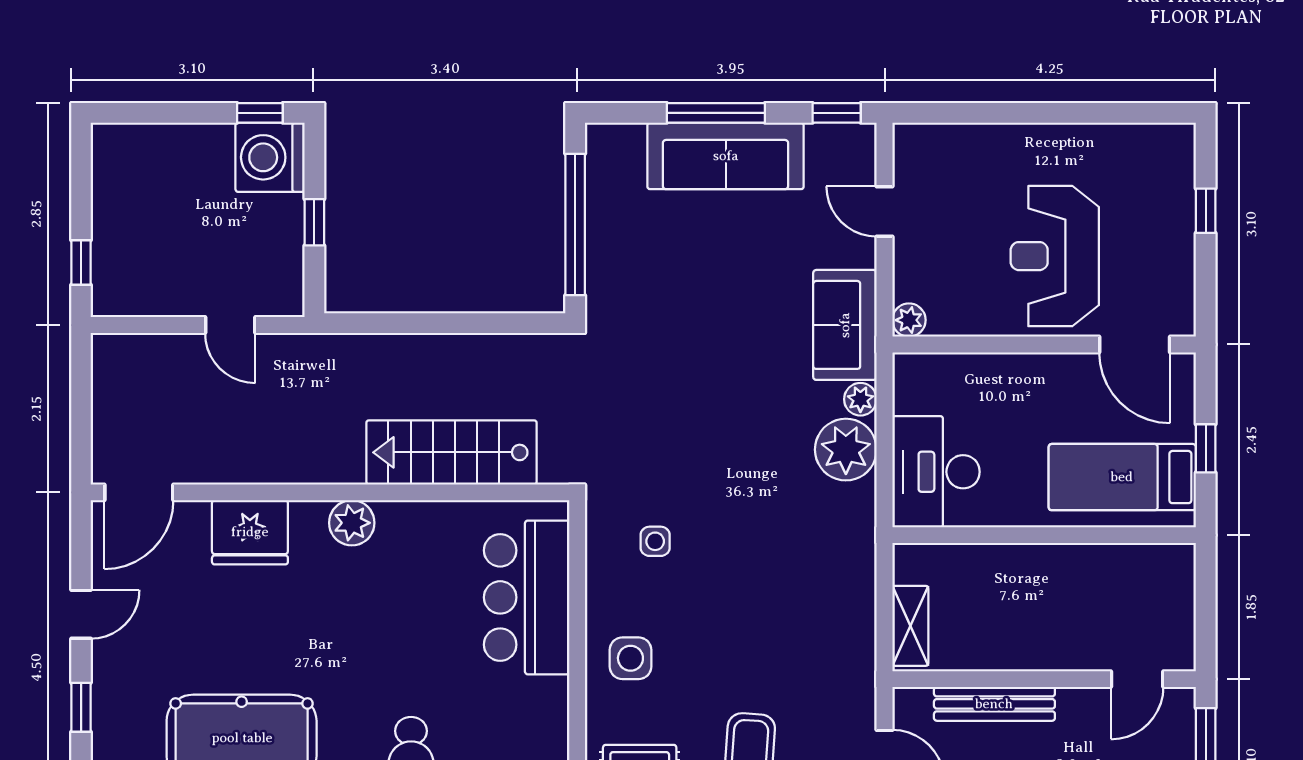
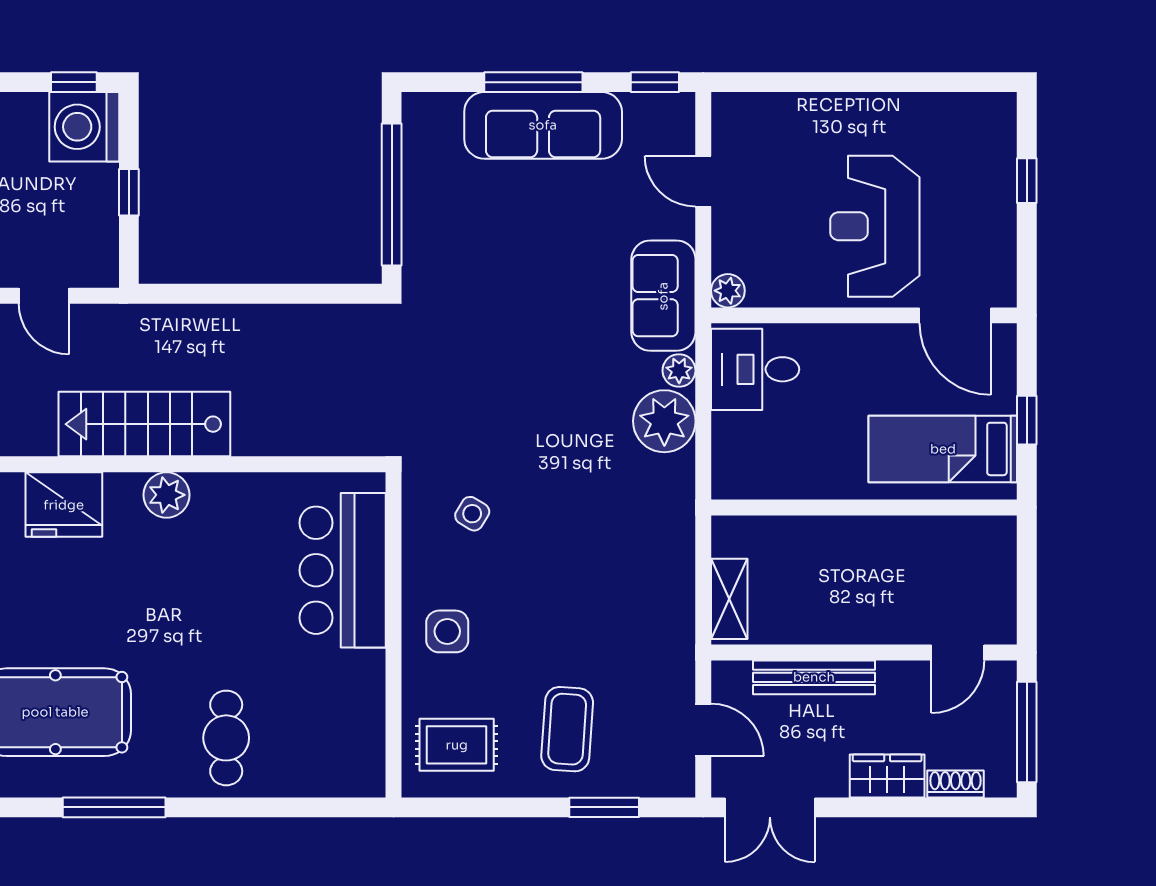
stairs: (452, 452) -> (144, 424), moved
desk: (936, 472) -> (755, 369), moved, width x0.73
side table: (655, 541) -> (472, 514), turned 31

